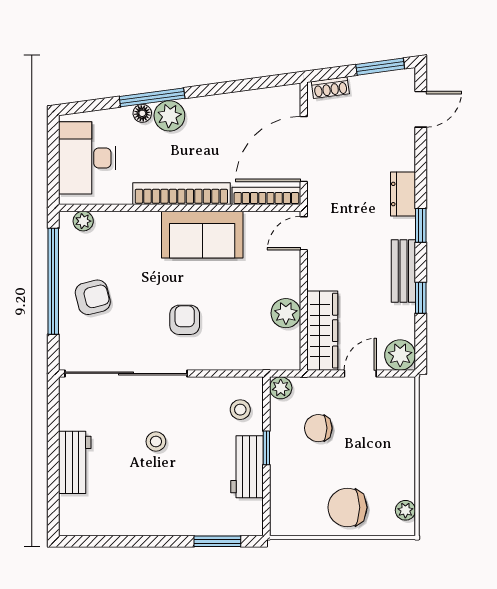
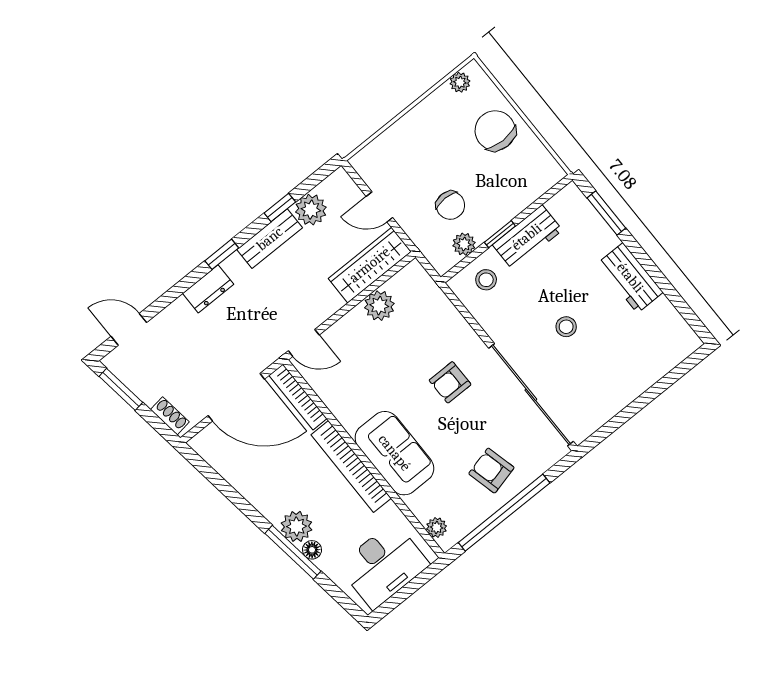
sofa: (202, 235) -> (394, 453), moved
plant: (400, 355) -> (311, 210), moved
plant: (281, 388) -> (464, 244), moved
workbench: (75, 462) -> (630, 278), moved, turned -90
chair: (347, 507) -> (495, 131), turned 180

